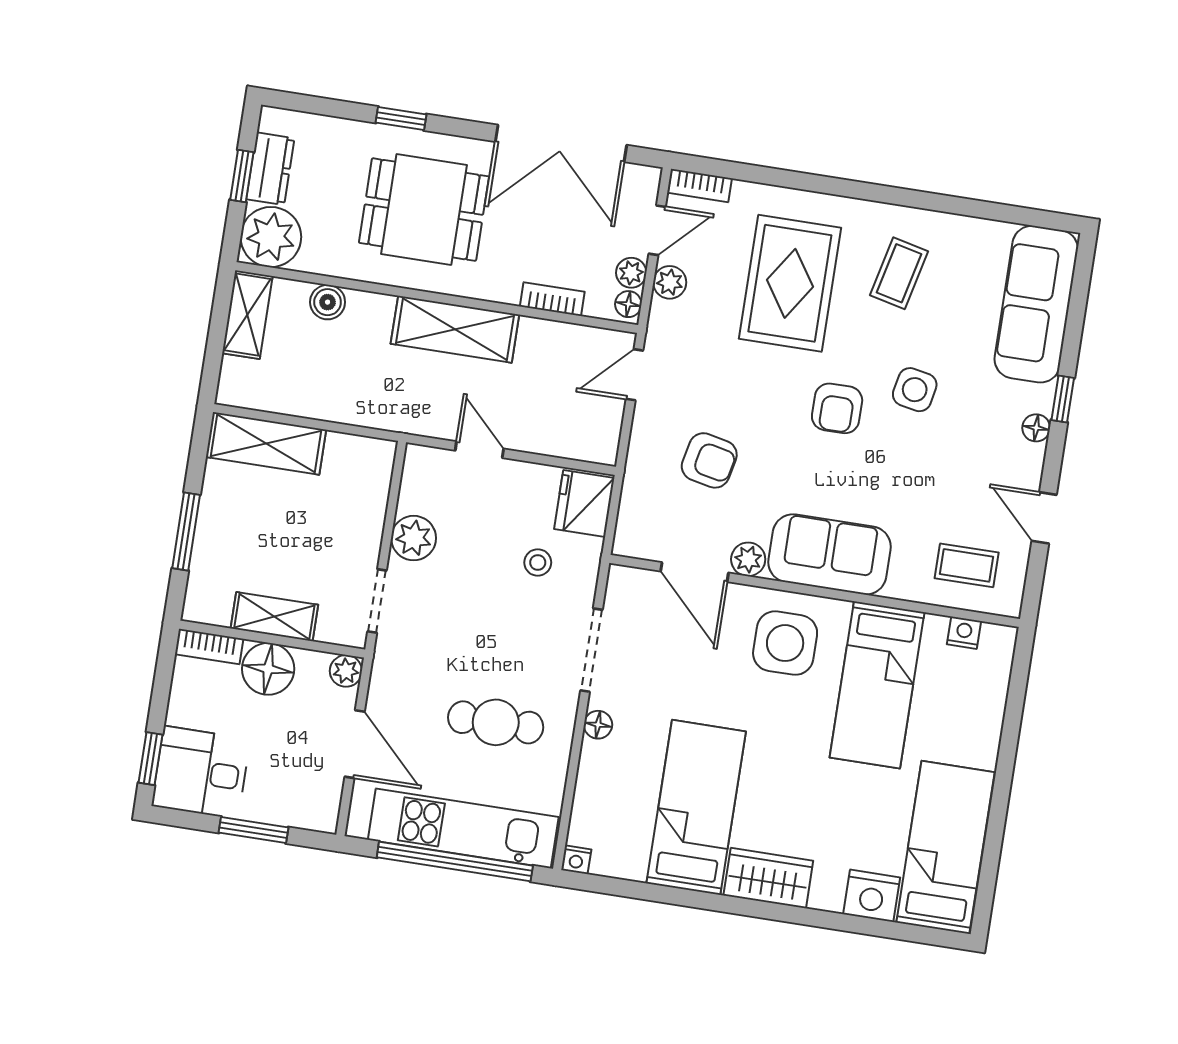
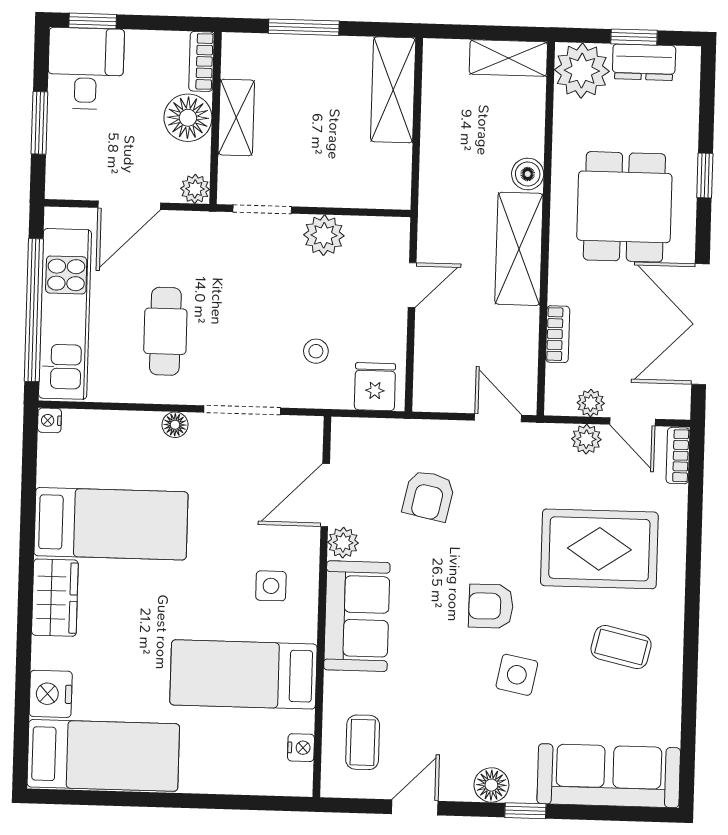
boiler: (328, 302) -> (528, 174), moved
floor lamp: (628, 304) -> (562, 404), removed
floor lamp: (1036, 428) -> (491, 785), width x1.37, depth x1.37
fridge: (584, 504) -> (375, 387), width x0.72
side table: (785, 643) -> (271, 586), width x0.54, depth x0.54

